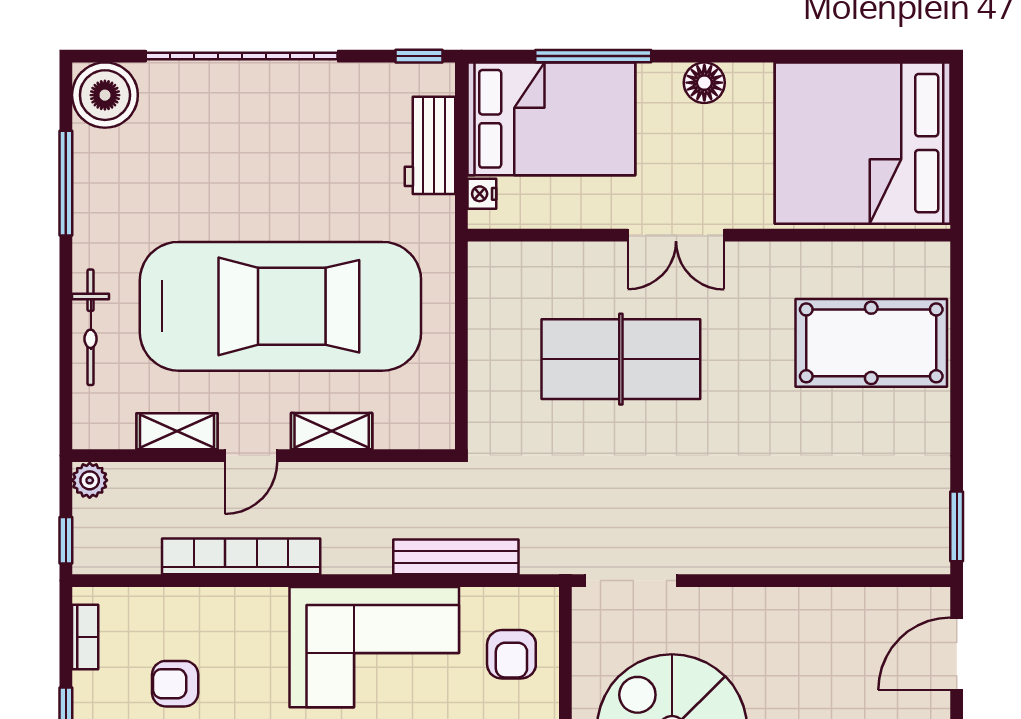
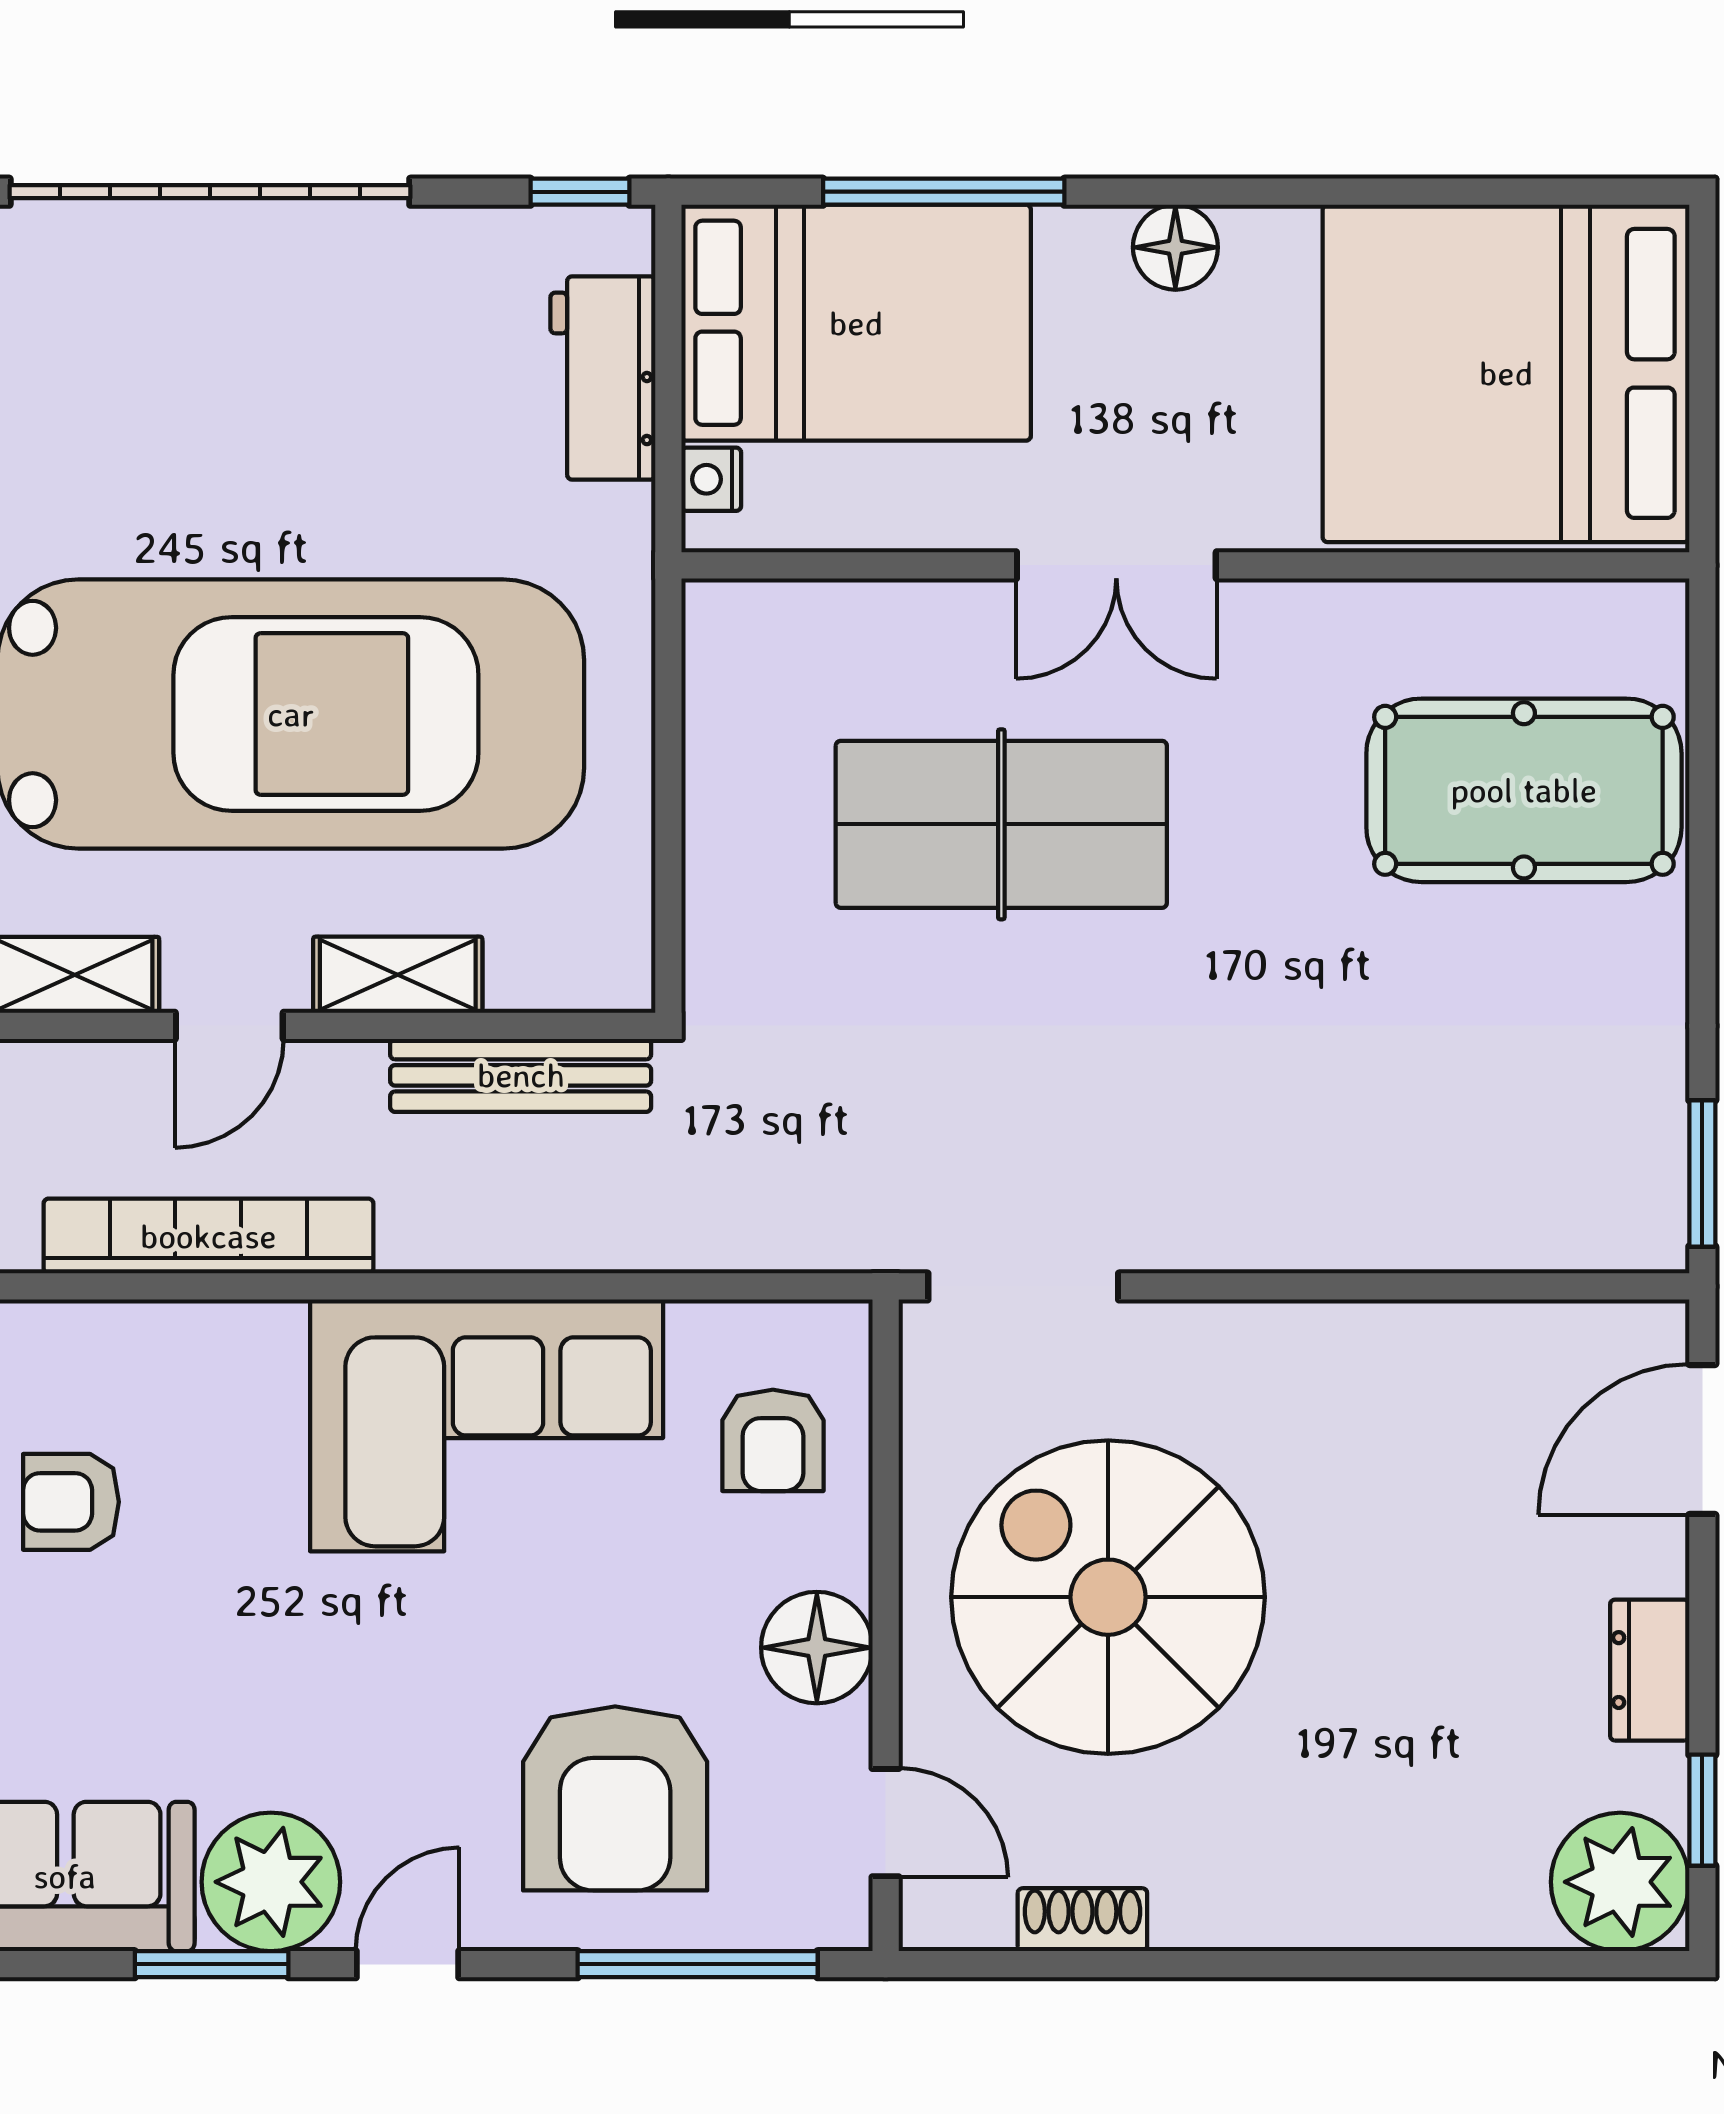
bench: (456, 557) -> (521, 1075), moved

